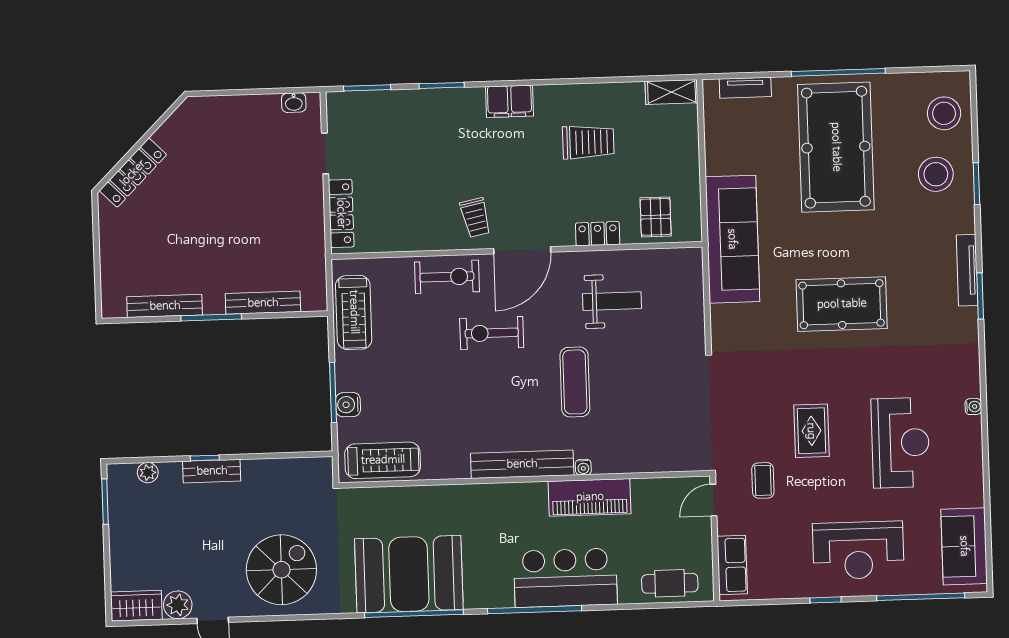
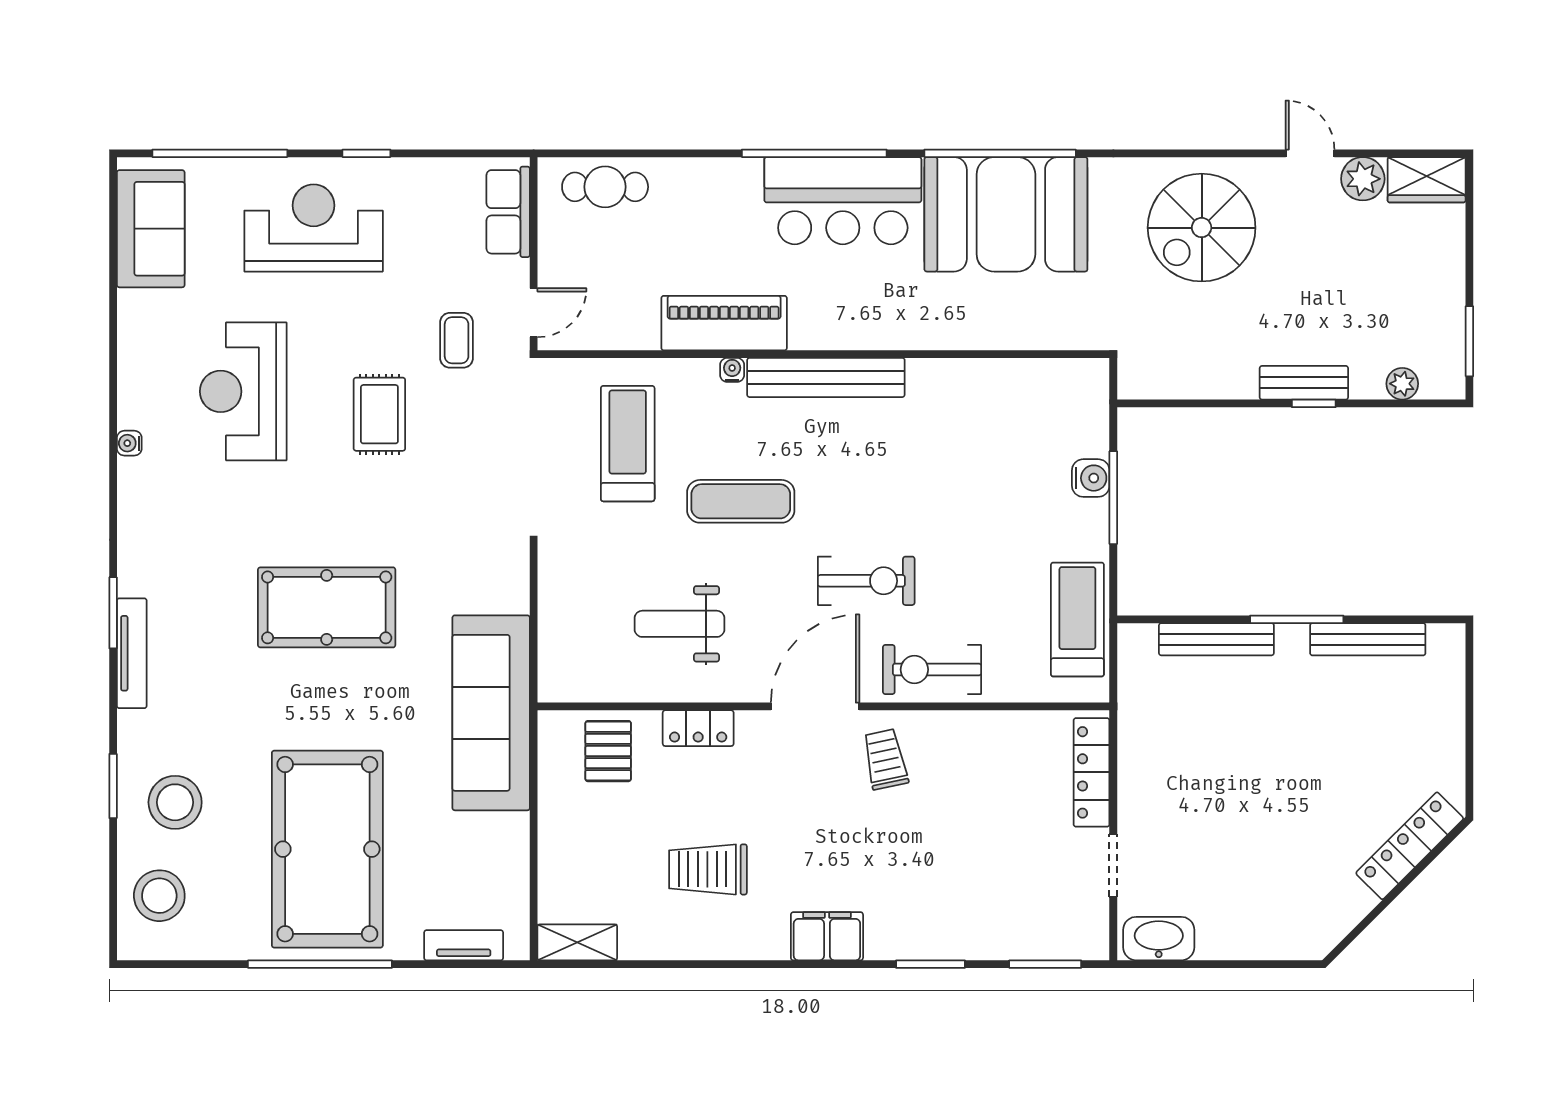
washbasin: (294, 103) -> (1159, 939), width x1.91, depth x1.45
exercise mat: (575, 382) -> (741, 501), turned 90
treadmill: (383, 460) -> (628, 444), moved, turned 90
bar counter: (565, 578) -> (843, 201), moved

